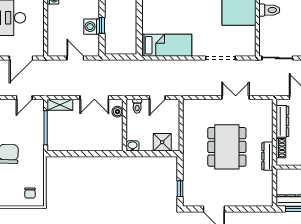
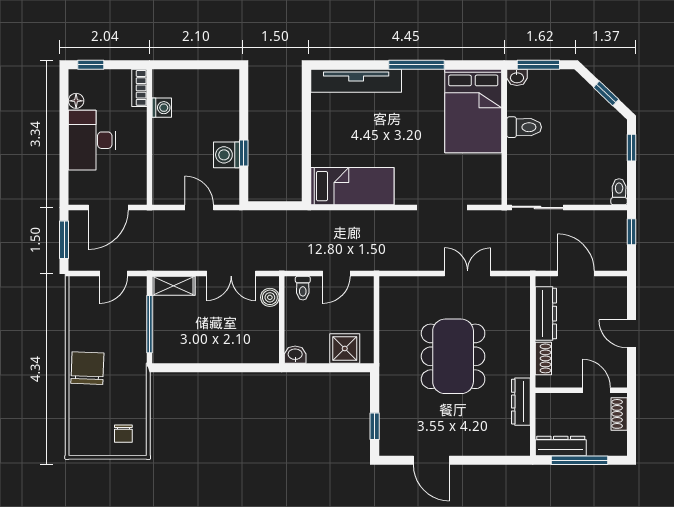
dresser: (267, 156) -> (521, 402), moved

